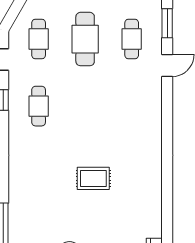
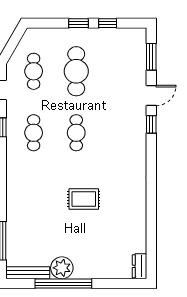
cafe table: (132, 39) -> (76, 133), moved
window: (167, 97) -> (151, 124), added

